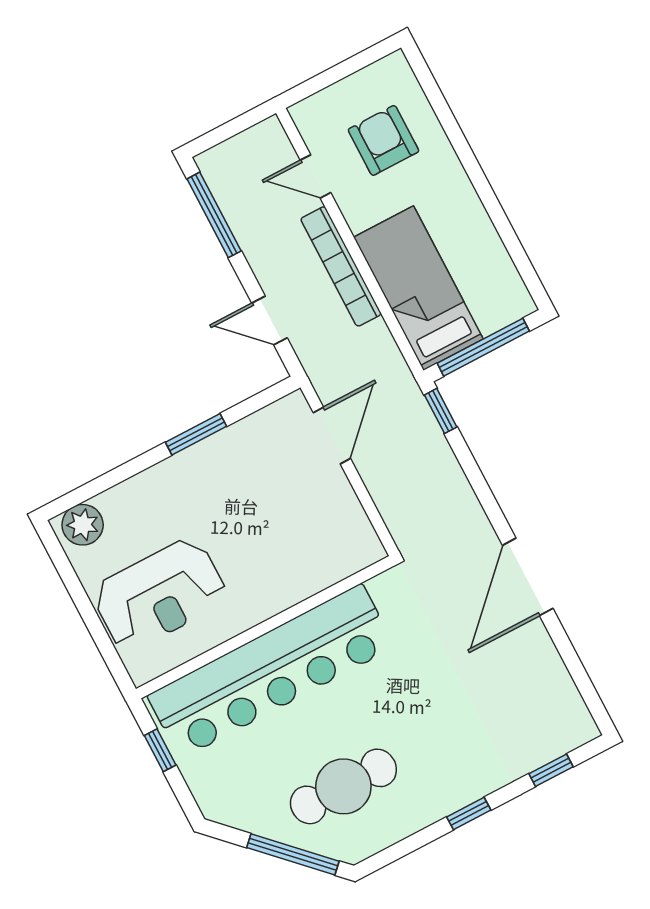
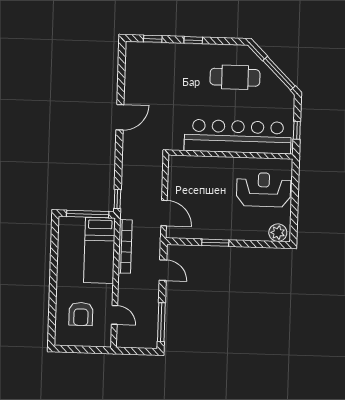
bookcase: (341, 266) -> (125, 246), moved
door: (332, 436) -> (164, 213), swing flipped
door: (528, 577) -> (120, 117), width x0.73
window: (293, 854) -> (279, 73), moved

